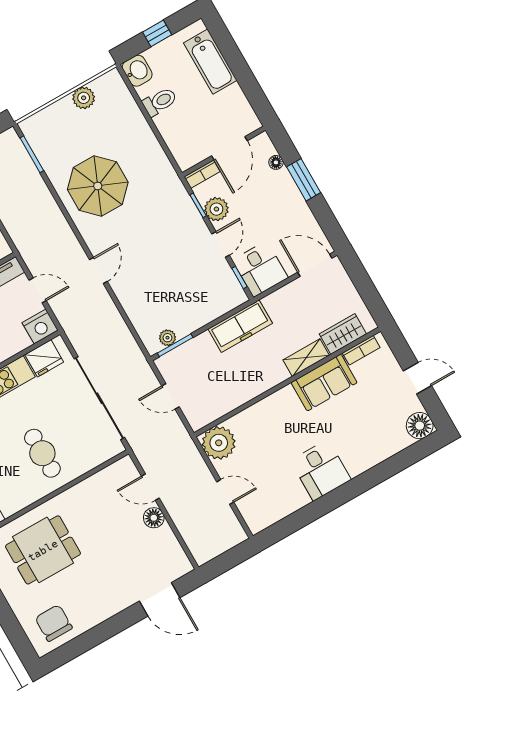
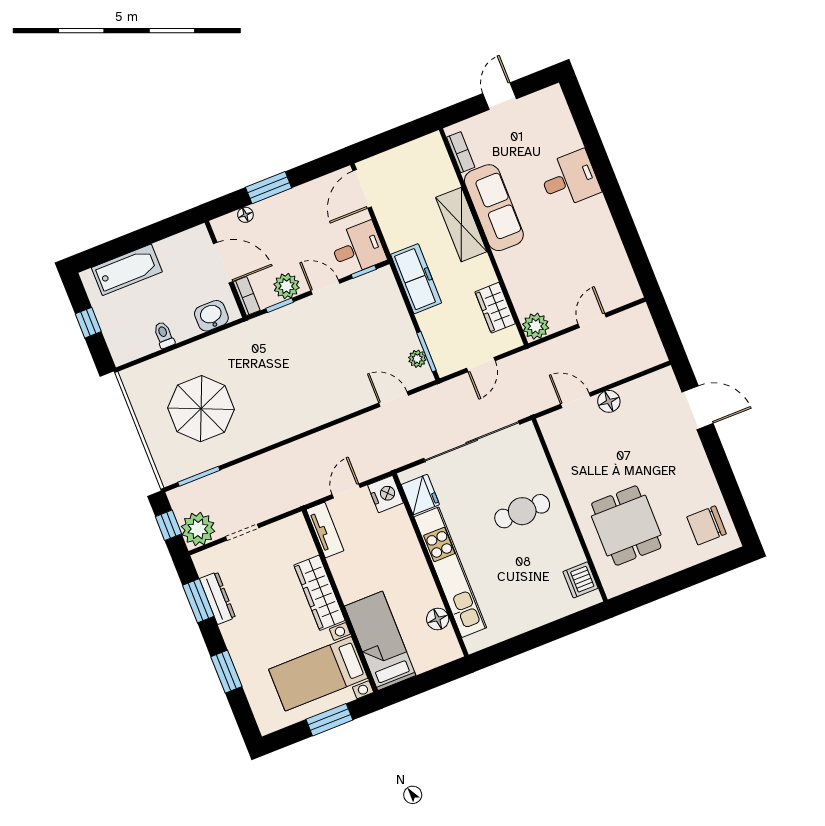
washbasin: (137, 71) -> (211, 316), moved
plant: (84, 98) -> (146, 412), removed
toilet: (160, 102) -> (164, 335), width x0.73, depth x0.72
parasol: (98, 186) -> (201, 409), moved
door: (98, 271) -> (394, 399), moved
wardrobe: (343, 334) -> (495, 308), moved
shelving: (306, 358) -> (461, 225), width x1.50, depth x1.33
sofa: (324, 383) -> (494, 208), width x1.36
floor lamp: (420, 426) -> (551, 101), removed
plant: (219, 443) -> (536, 326), width x0.73, depth x0.73
desk: (321, 470) -> (570, 179), moved
door: (150, 487) -> (575, 400), swing flipped
door: (160, 599) -> (698, 408), hinge flipped

